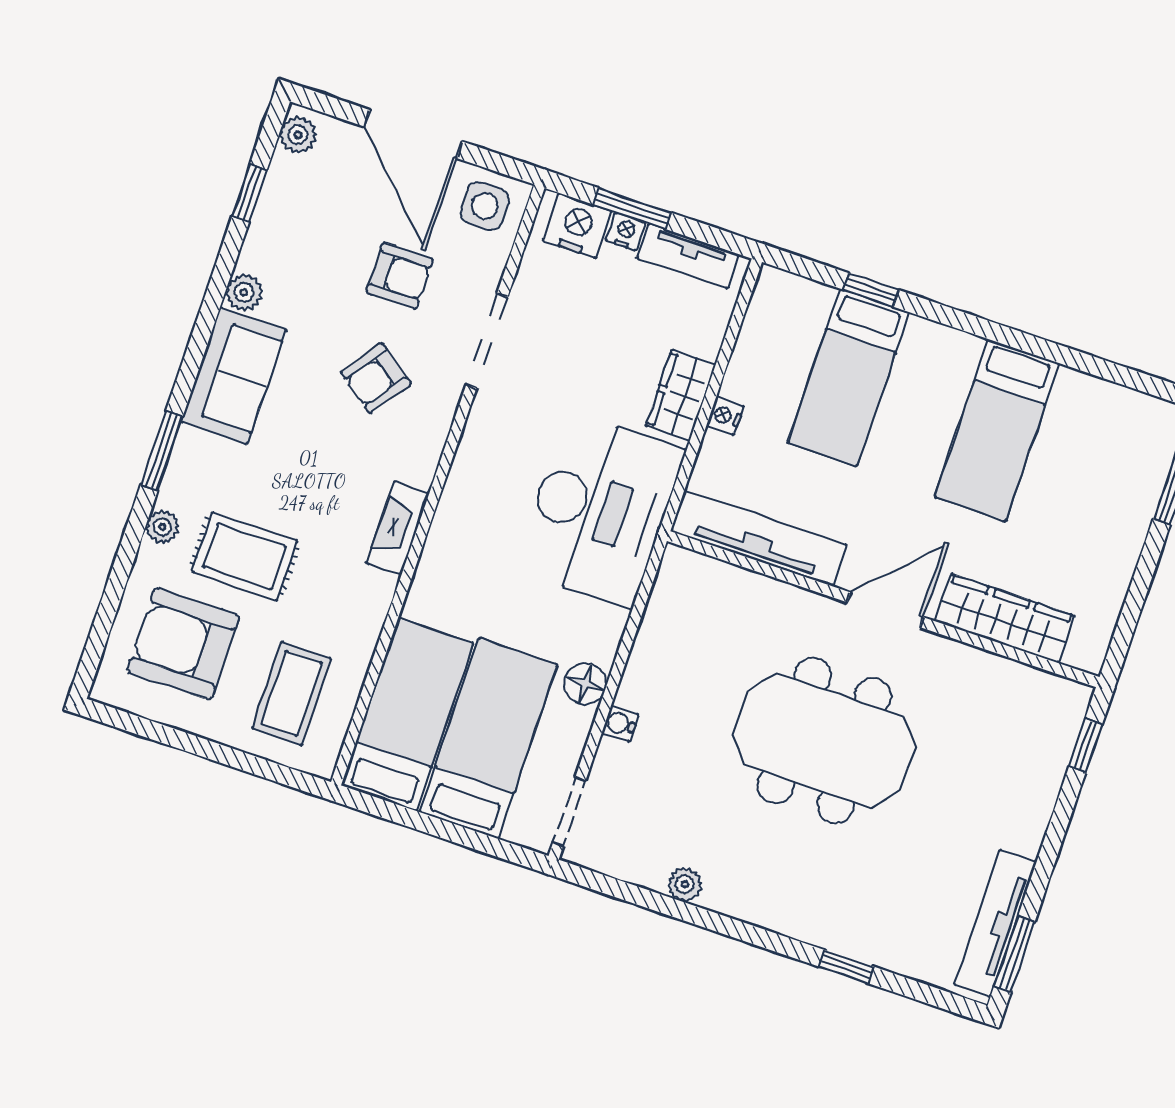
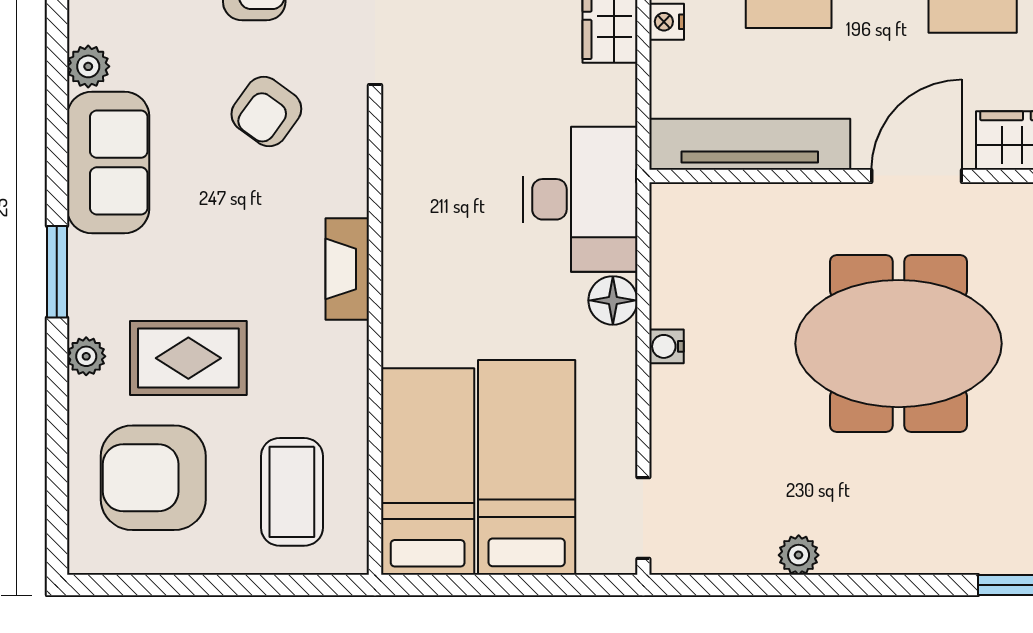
desk: (599, 510) -> (580, 199), width x0.73, depth x0.77
floor lamp: (585, 684) -> (613, 300), moved
water cooler: (620, 724) -> (667, 346), moved

